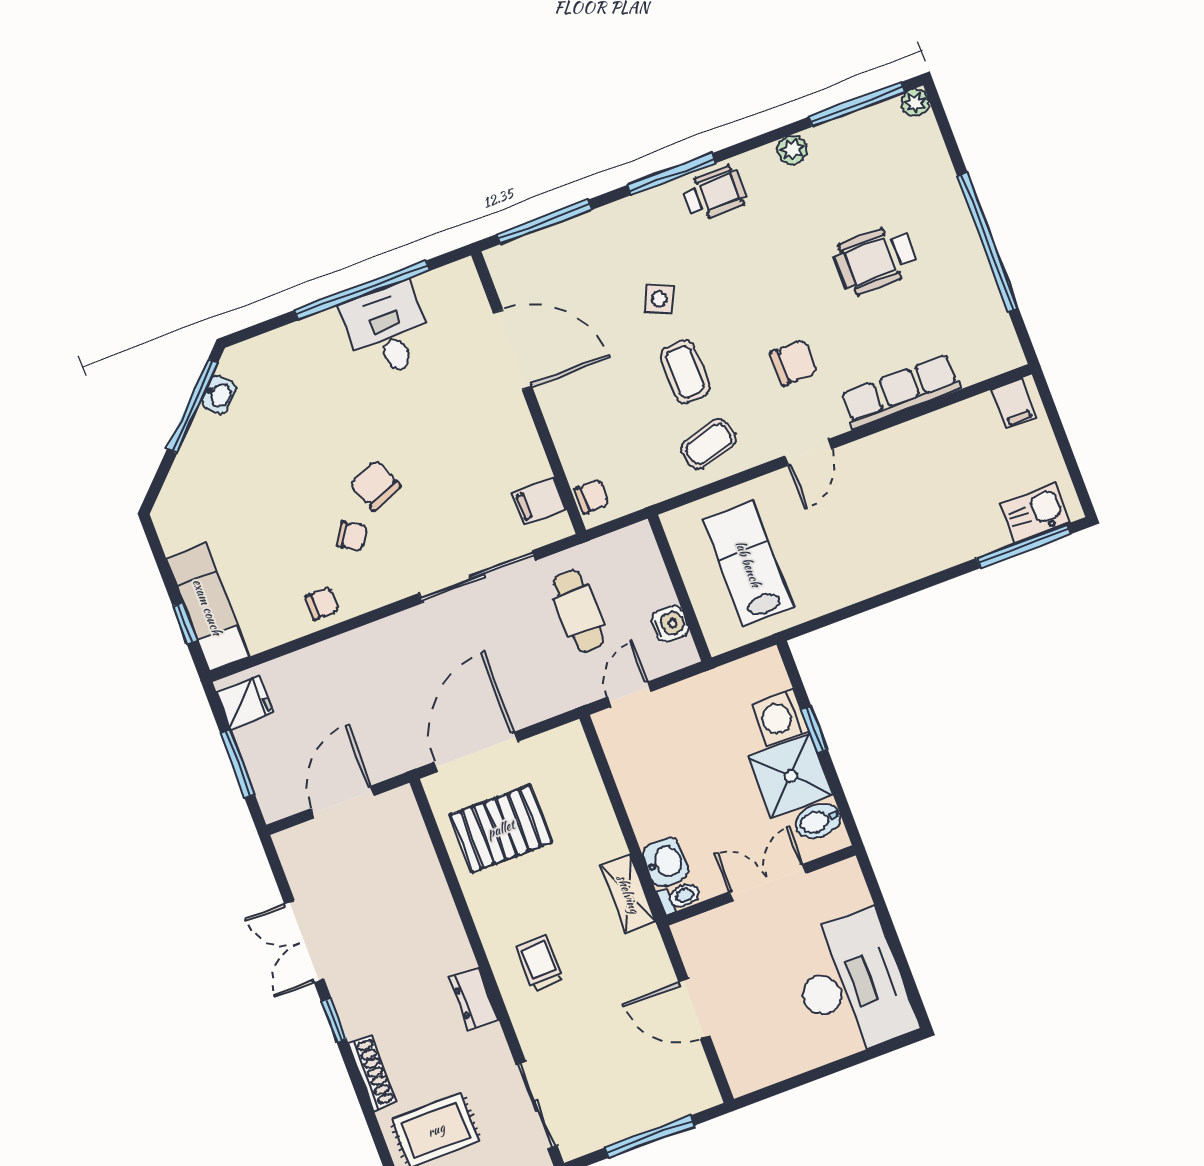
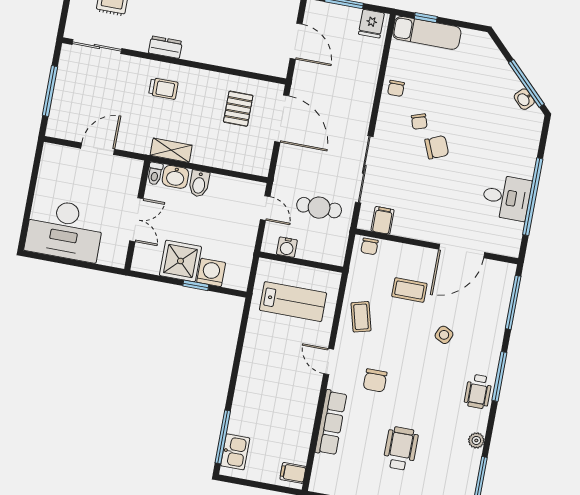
coffee table: (685, 372) -> (409, 290), moved
chair: (352, 536) -> (419, 122), turned -49
bidet: (818, 821) -> (199, 184), moved, turned 180
pallet: (501, 829) -> (238, 109), width x0.67, depth x0.71

